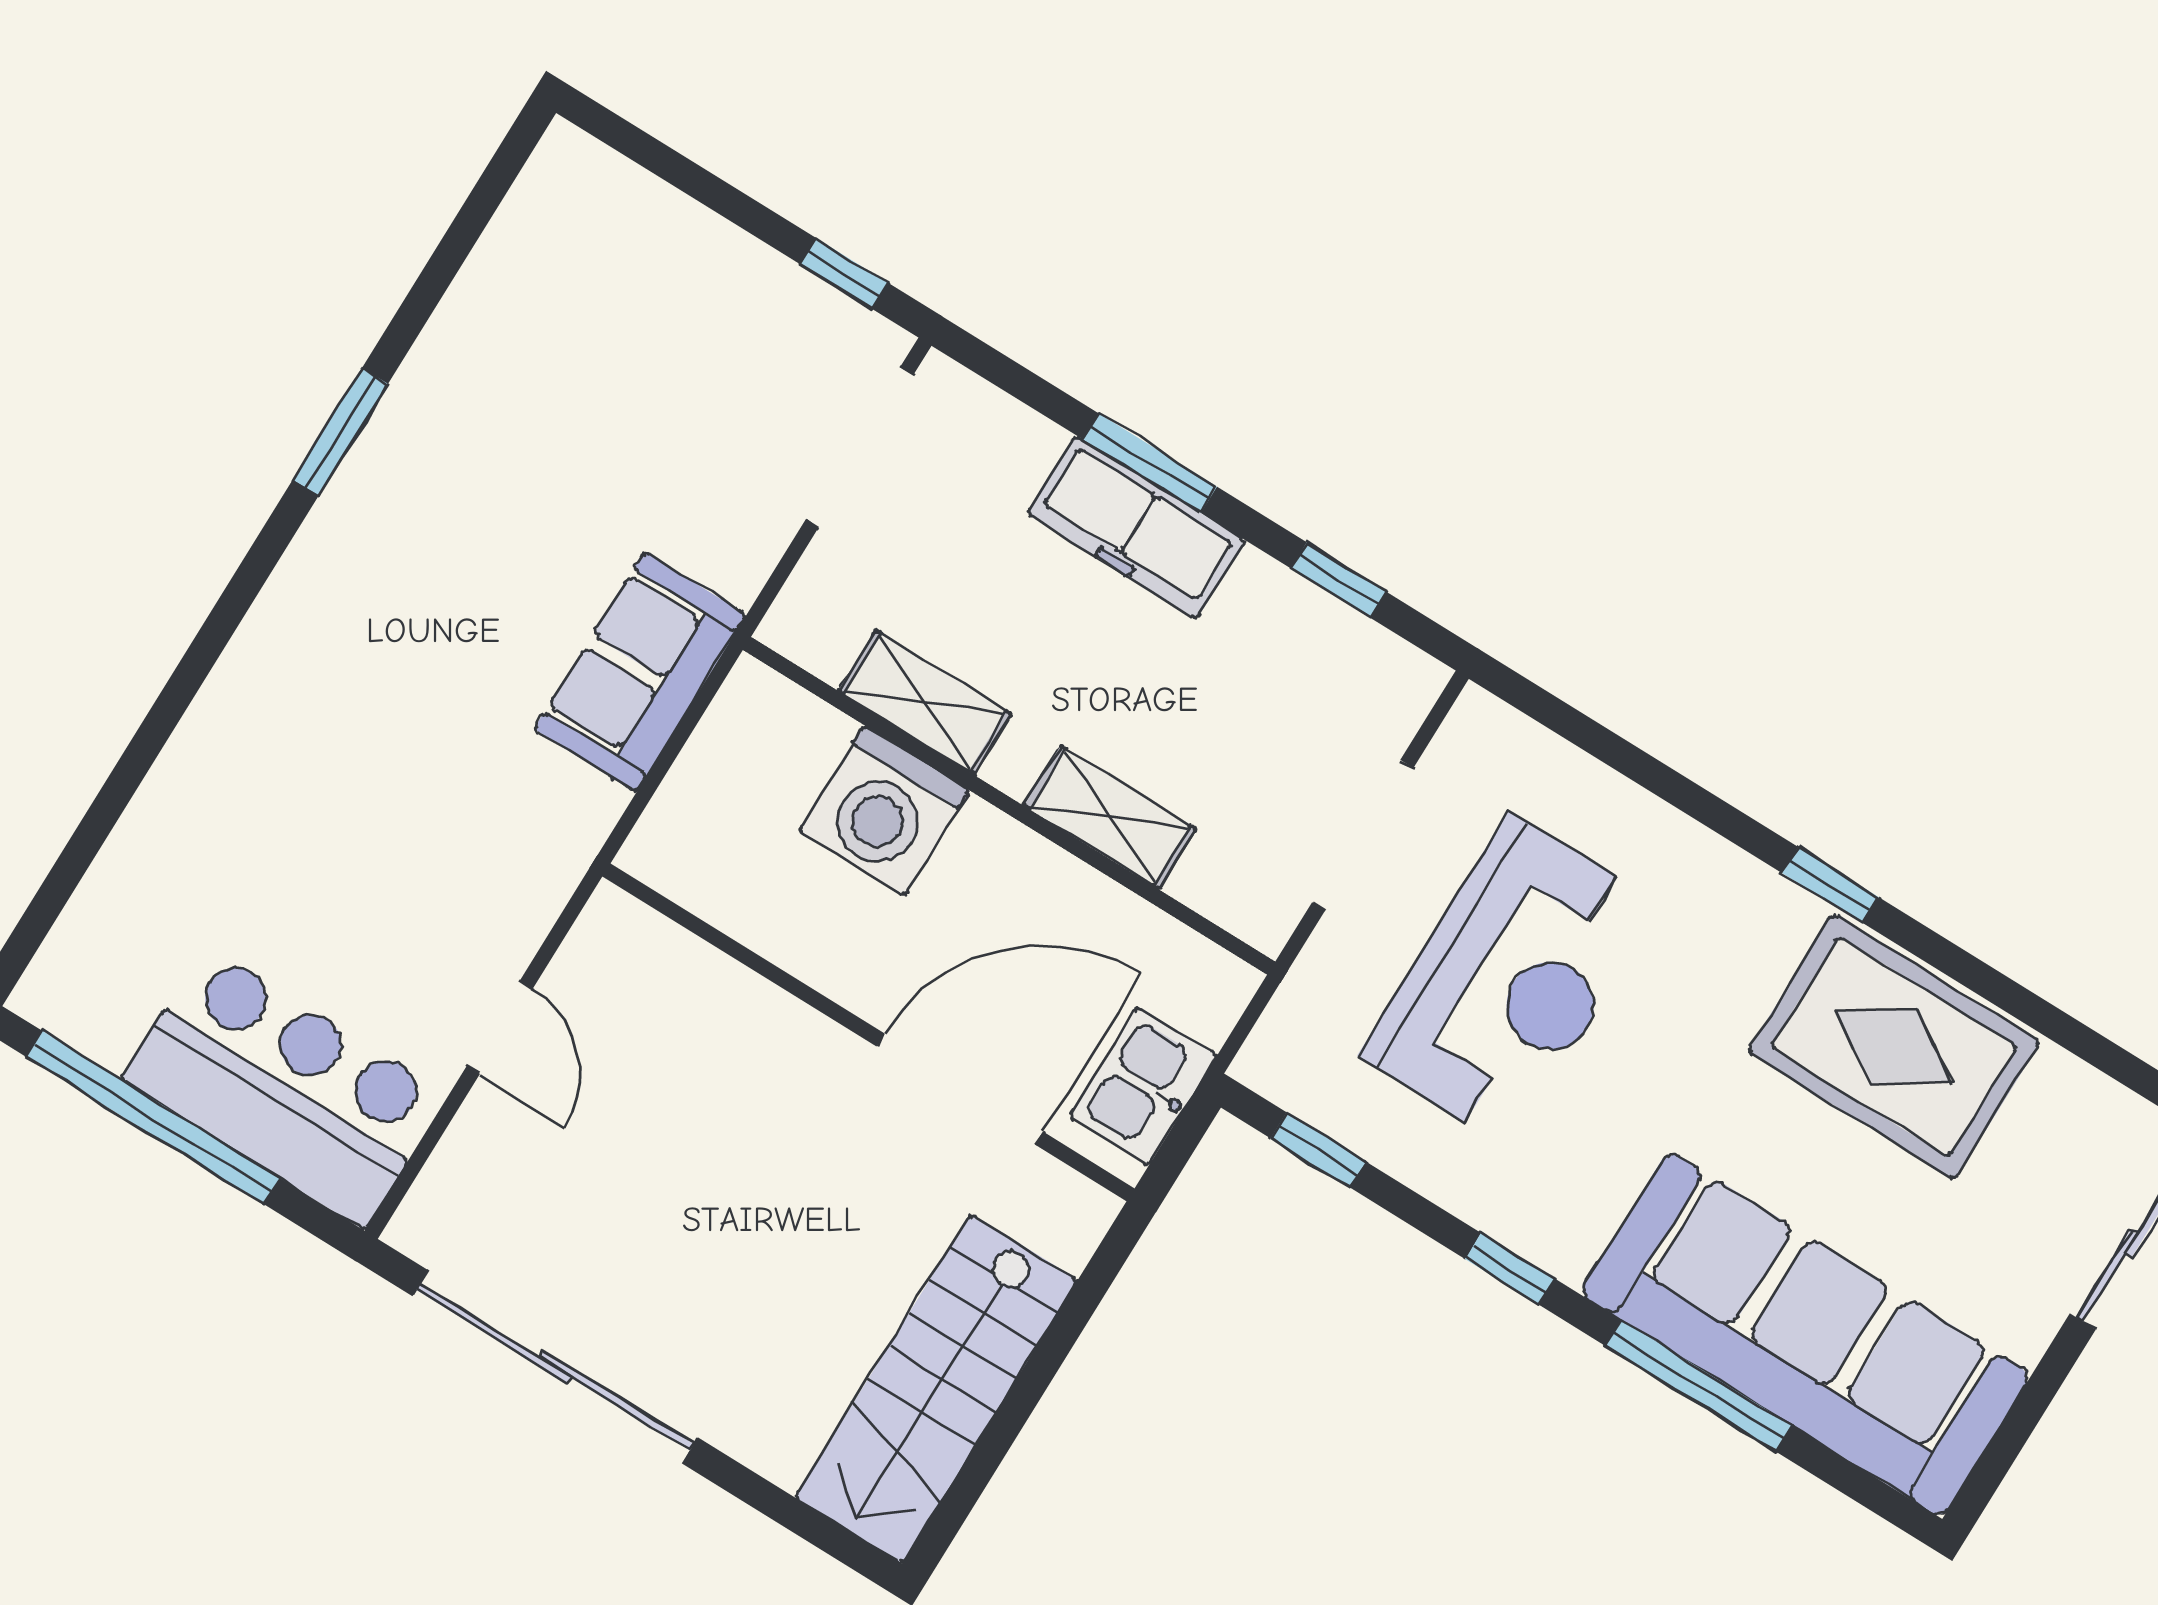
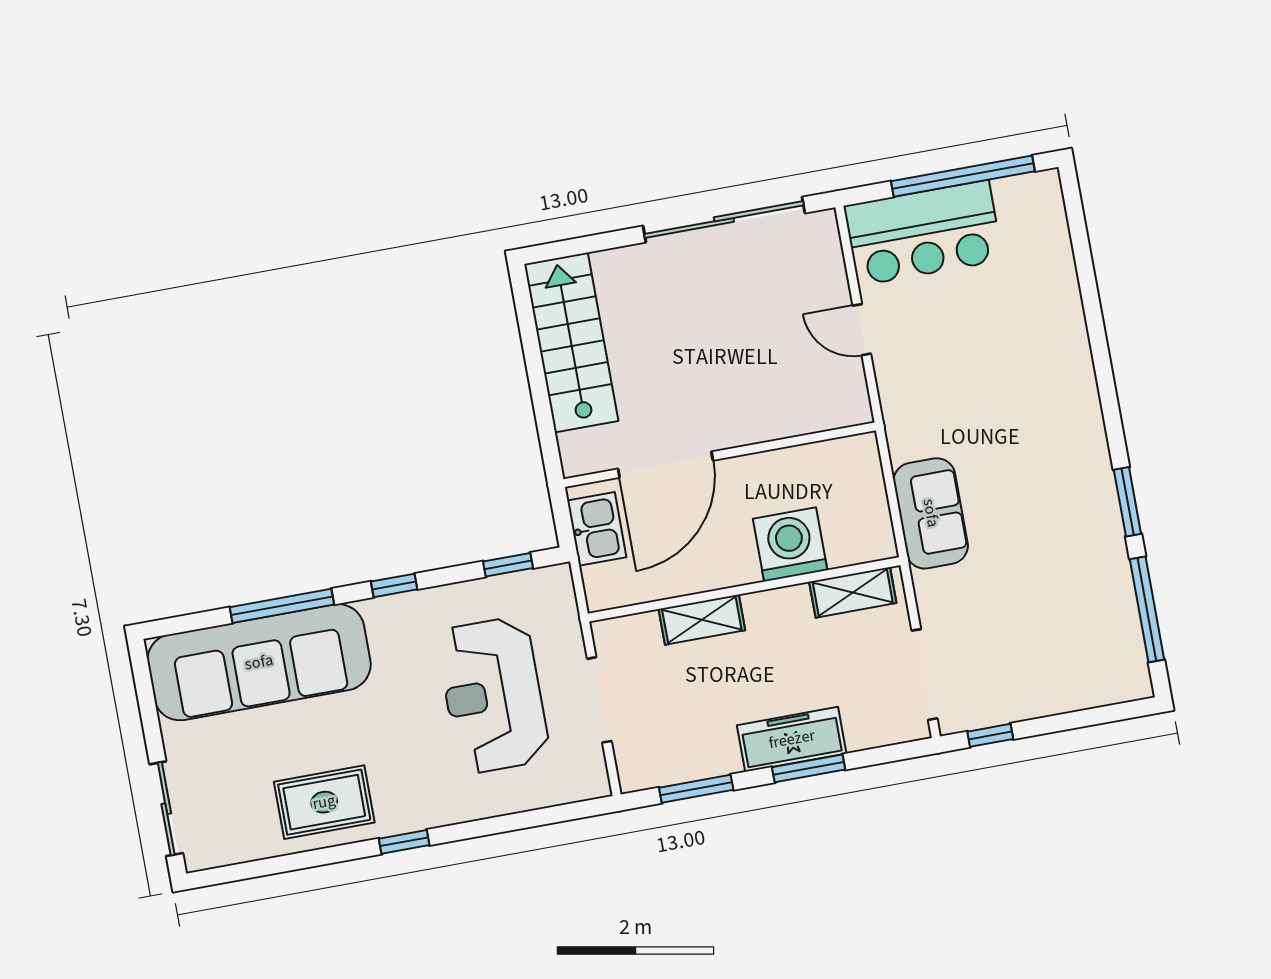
window: (453, 250) -> (1147, 609), added
window: (1339, 580) -> (696, 789), width x1.50
shelving: (925, 703) -> (853, 592), moved
rug: (1894, 1047) -> (324, 802), width x0.73, depth x0.70

